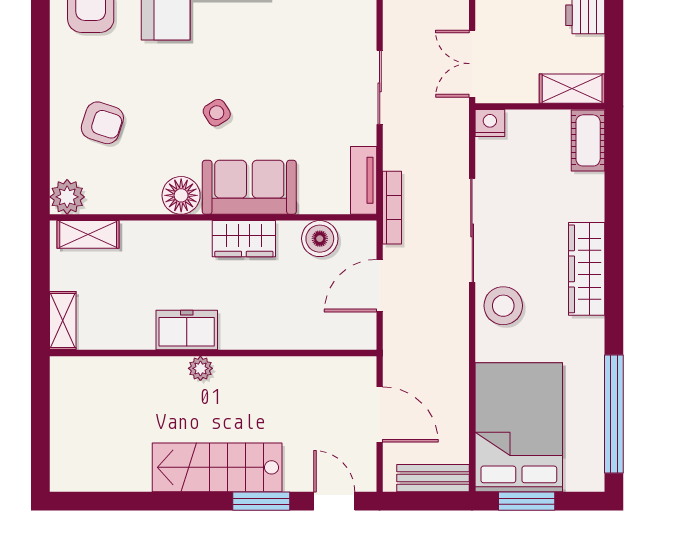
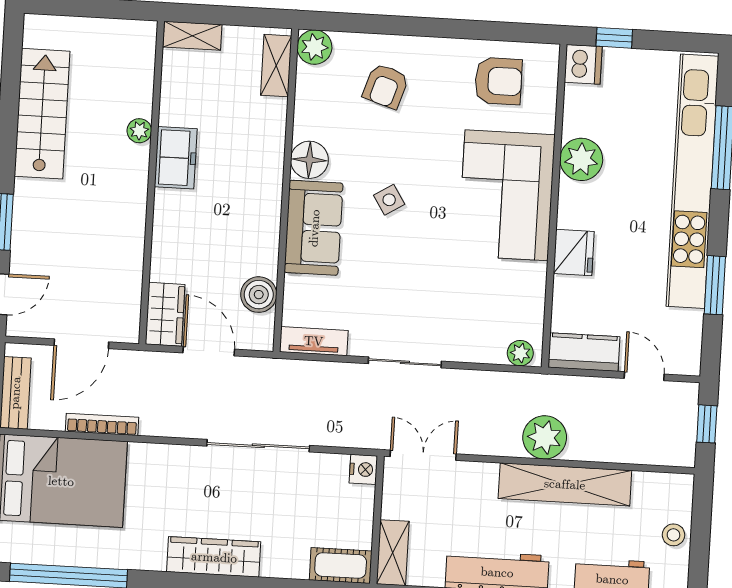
bookcase: (392, 208) -> (102, 424), moved, turned 180
wardrobe: (244, 239) -> (165, 314), moved, turned 180
stool: (503, 306) -> (182, 472), removed
plant: (200, 368) -> (139, 131), moved
stairs: (217, 467) -> (42, 114), moved

